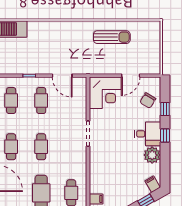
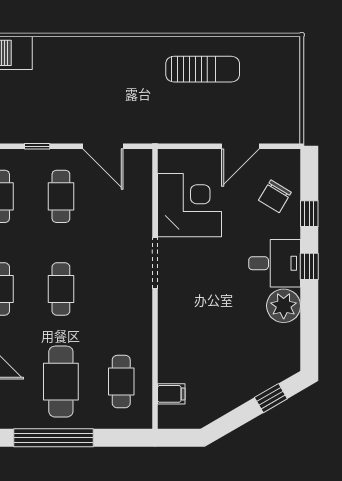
corner desk: (105, 93) -> (189, 205), moved, turned -90
filing cabinet: (153, 184) -> (285, 364), removed

